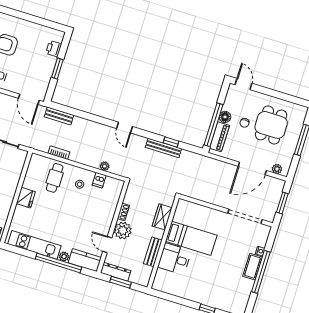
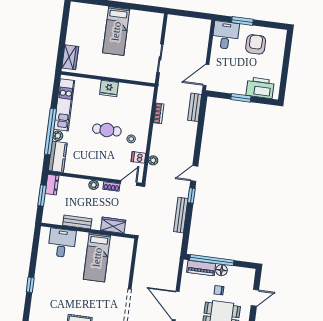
printer: (54, 49) -> (260, 88), width x1.87, depth x1.48
door: (244, 84) -> (255, 298), moved
window: (171, 142) -> (191, 195), moved
cafe table: (55, 178) -> (107, 130), moved
plant: (123, 230) -> (94, 185), width x0.53, depth x0.53
door: (107, 245) -> (129, 183), moved
desk: (175, 259) -> (62, 243), moved
dresser: (116, 272) -> (52, 185), width x0.70

